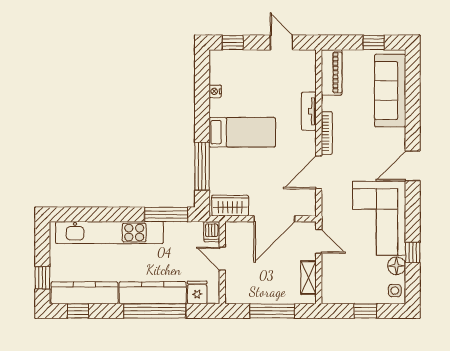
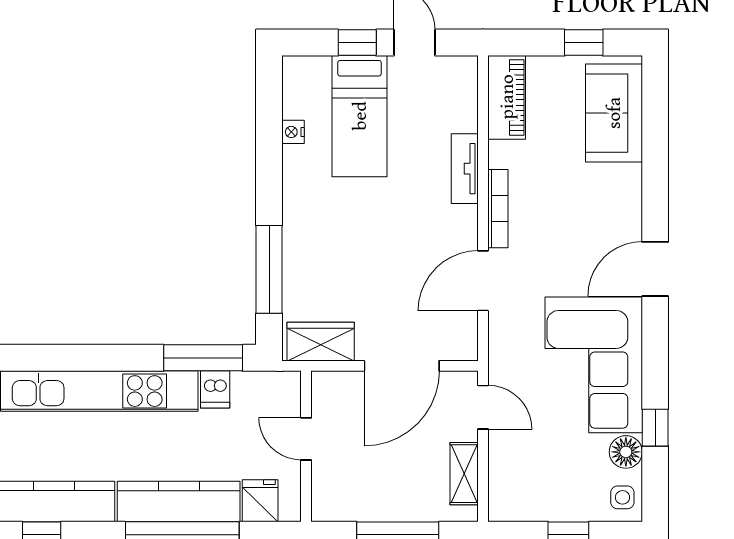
window: (233, 43) -> (357, 43), moved
sofa: (390, 91) -> (614, 113), width x0.73
bed: (242, 132) -> (360, 116), moved, turned 90
dishwasher: (212, 232) -> (215, 389), moved

